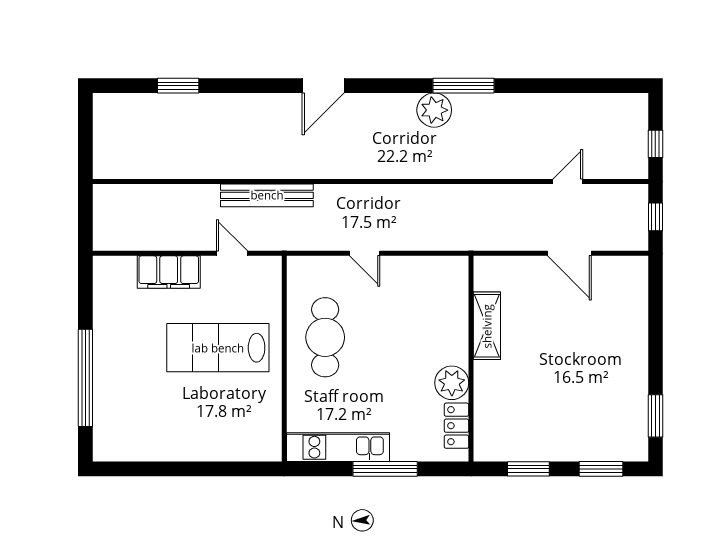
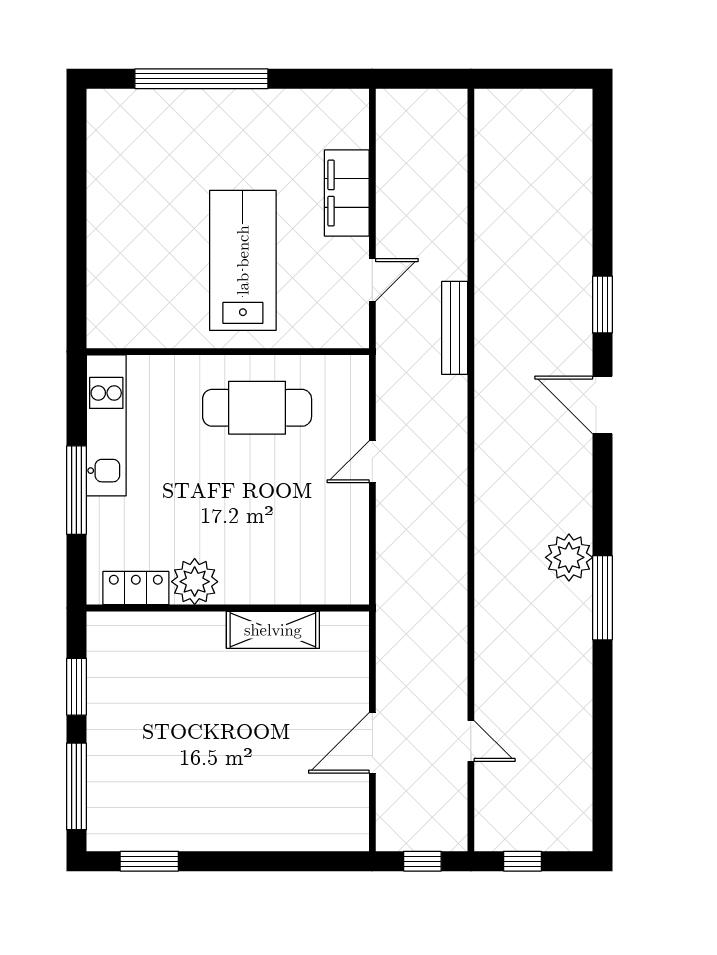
window: (178, 86) -> (602, 304), moved
bench: (267, 195) -> (455, 328), width x0.73, depth x0.82
window: (601, 469) -> (76, 786), width x1.44

